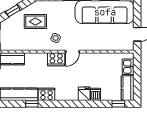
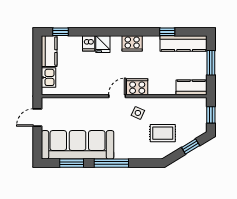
cooker: (47, 94) -> (132, 43), moved

